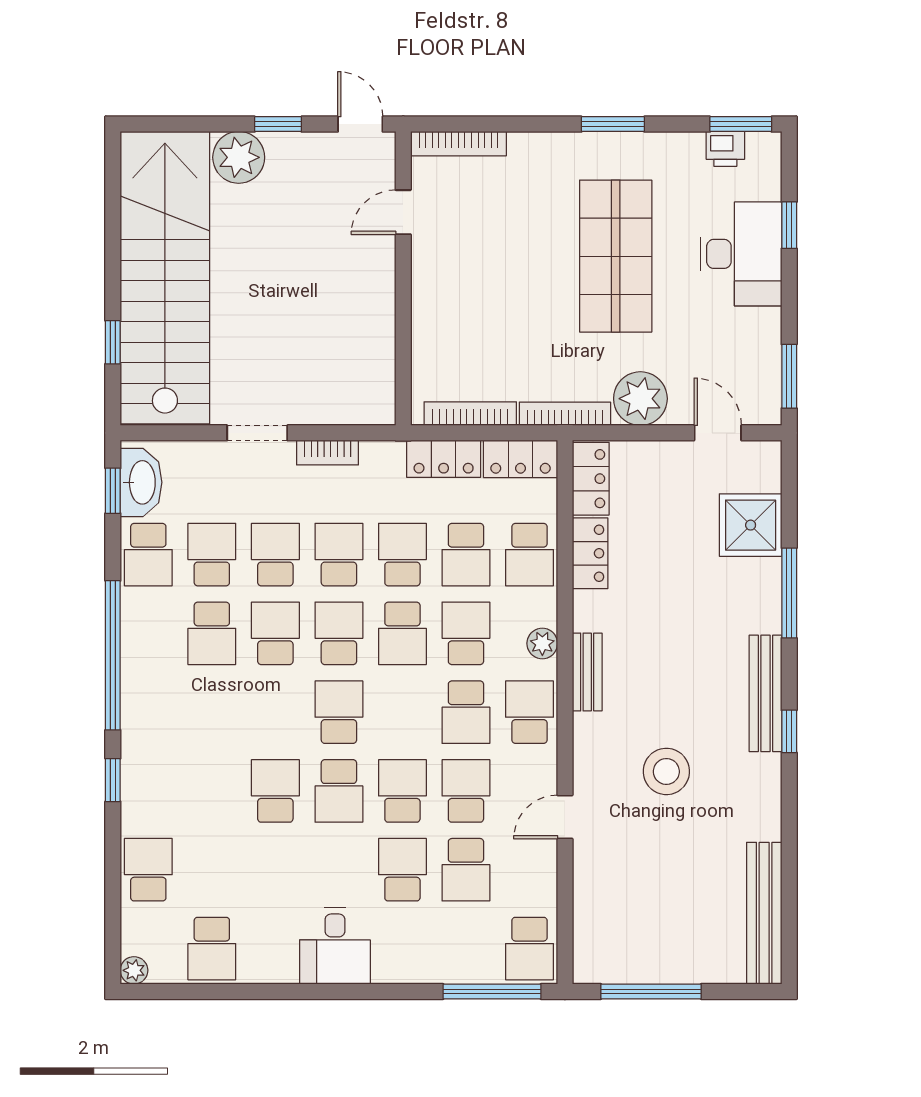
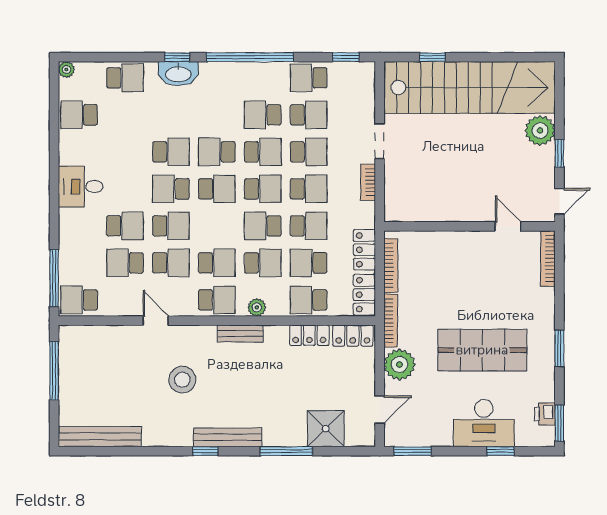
washbasin: (141, 482) -> (178, 74), moved
school desk: (275, 712) -> (217, 152), added
school desk: (466, 712) -> (217, 263), turned 180

